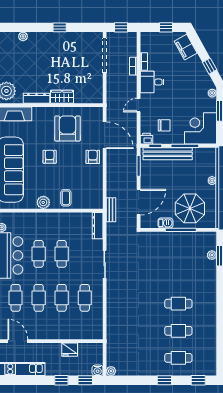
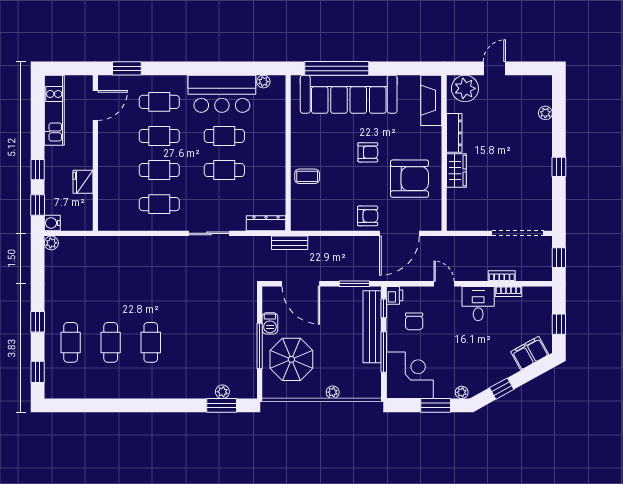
plant: (43, 202) -> (300, 143), removed

